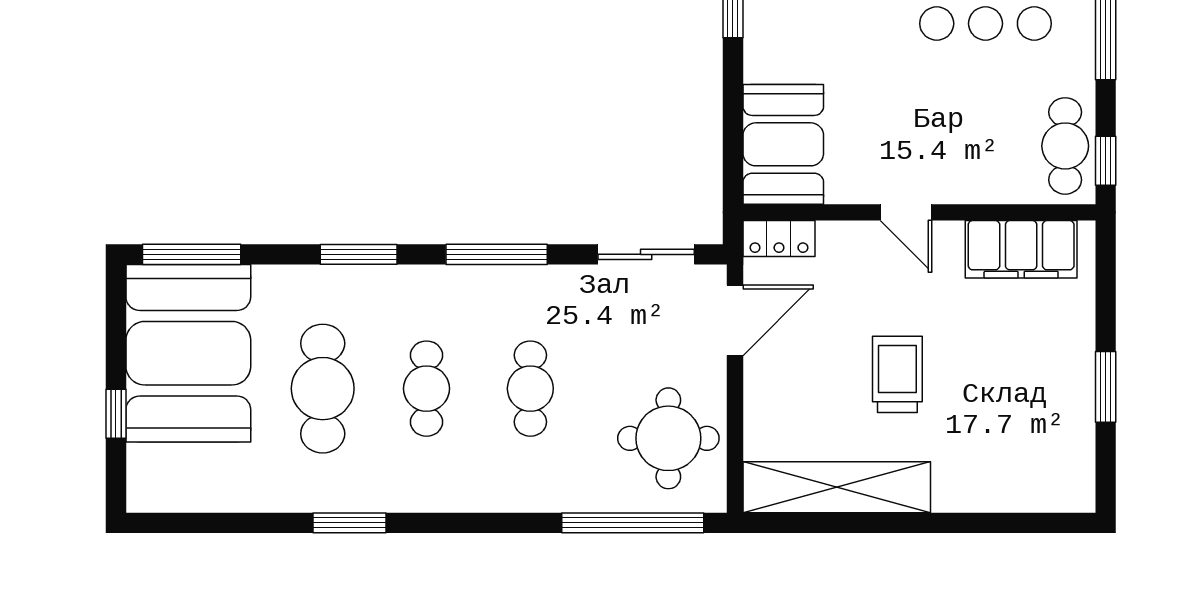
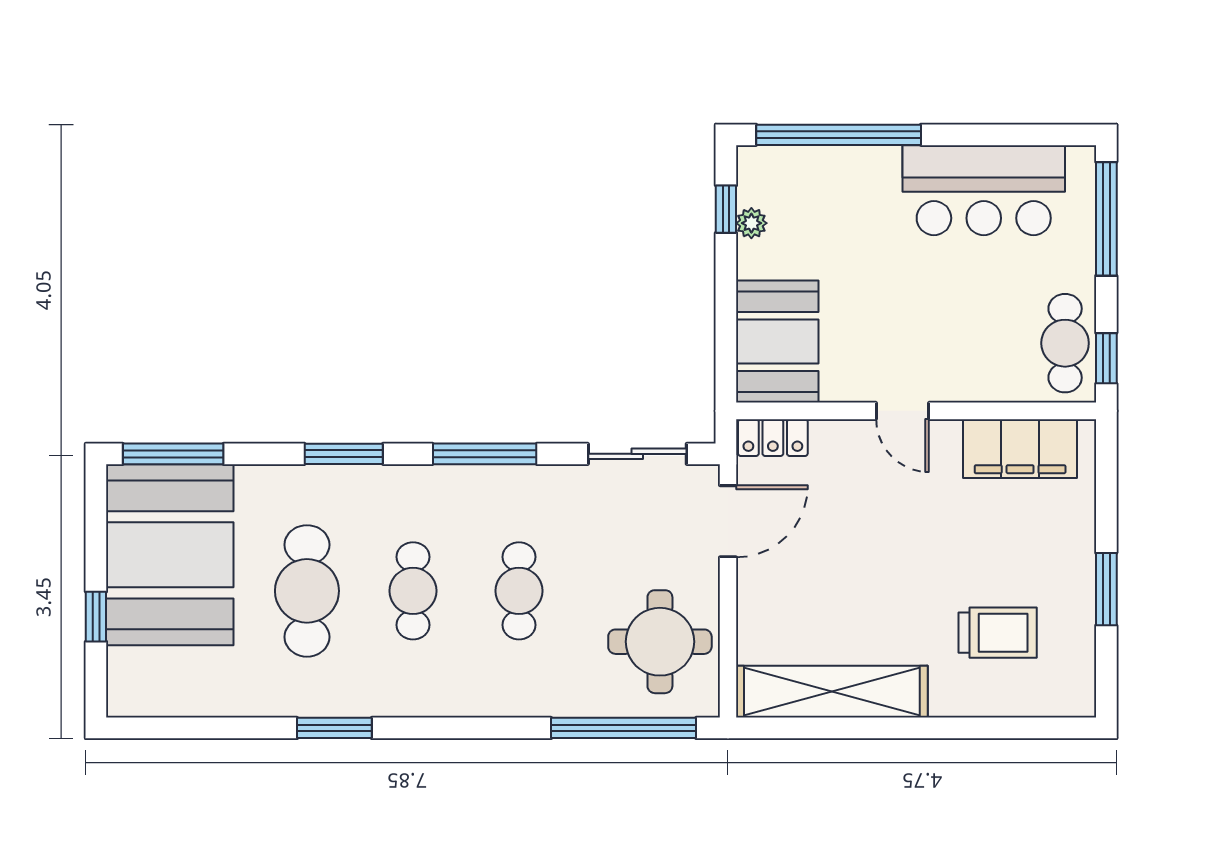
plant: (758, 28) -> (751, 223), added
trolley: (897, 374) -> (998, 633), moved, turned 90

